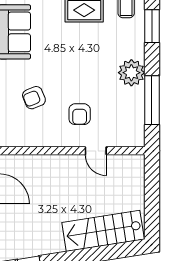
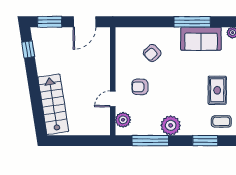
armchair: (34, 98) -> (152, 53), turned -111
plant: (124, 137) -> (123, 120), added

